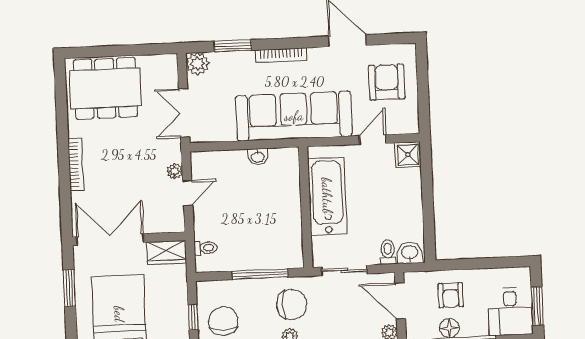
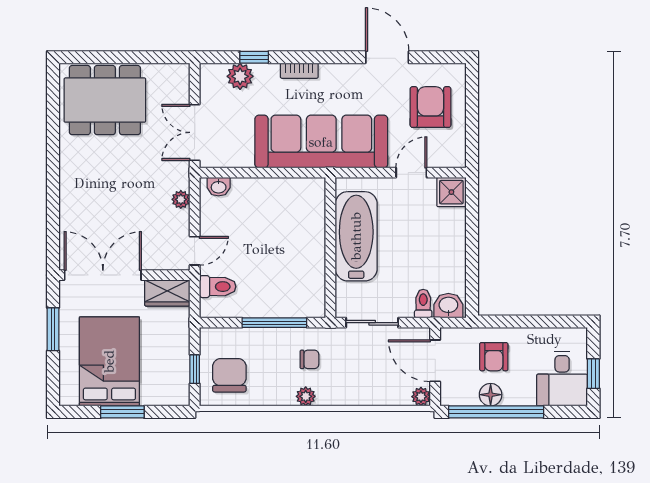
window: (233, 46) -> (254, 57), width x0.67
bookcase: (281, 55) -> (299, 71), width x0.64
plant: (197, 64) -> (240, 76), moved
washbasin: (258, 157) -> (219, 187), moved
bookcase: (76, 164) -> (67, 187), removed
door: (188, 193) -> (195, 251), moved
toilet: (205, 248) -> (218, 287), width x1.37, depth x1.39
chair: (292, 304) -> (309, 359), width x0.54, depth x0.54
window: (537, 306) -> (593, 374), width x0.67

